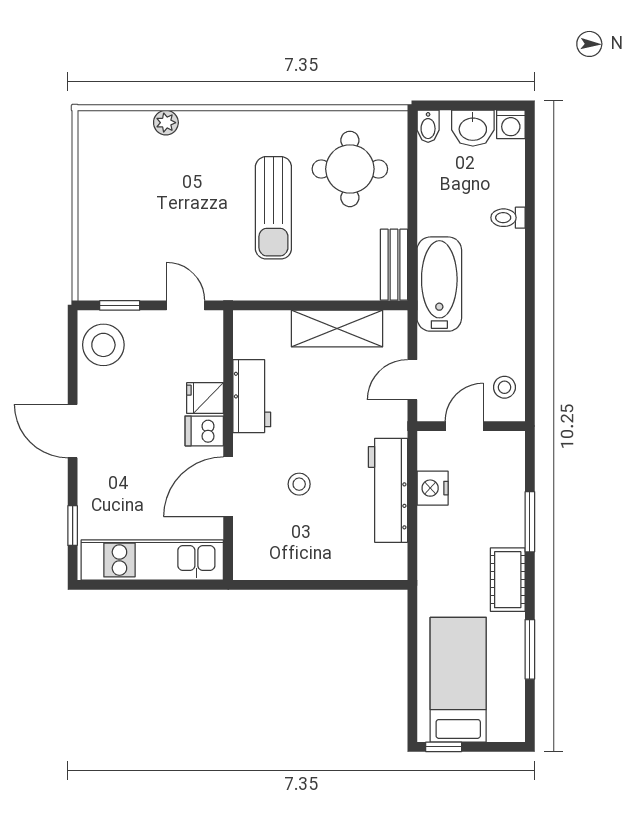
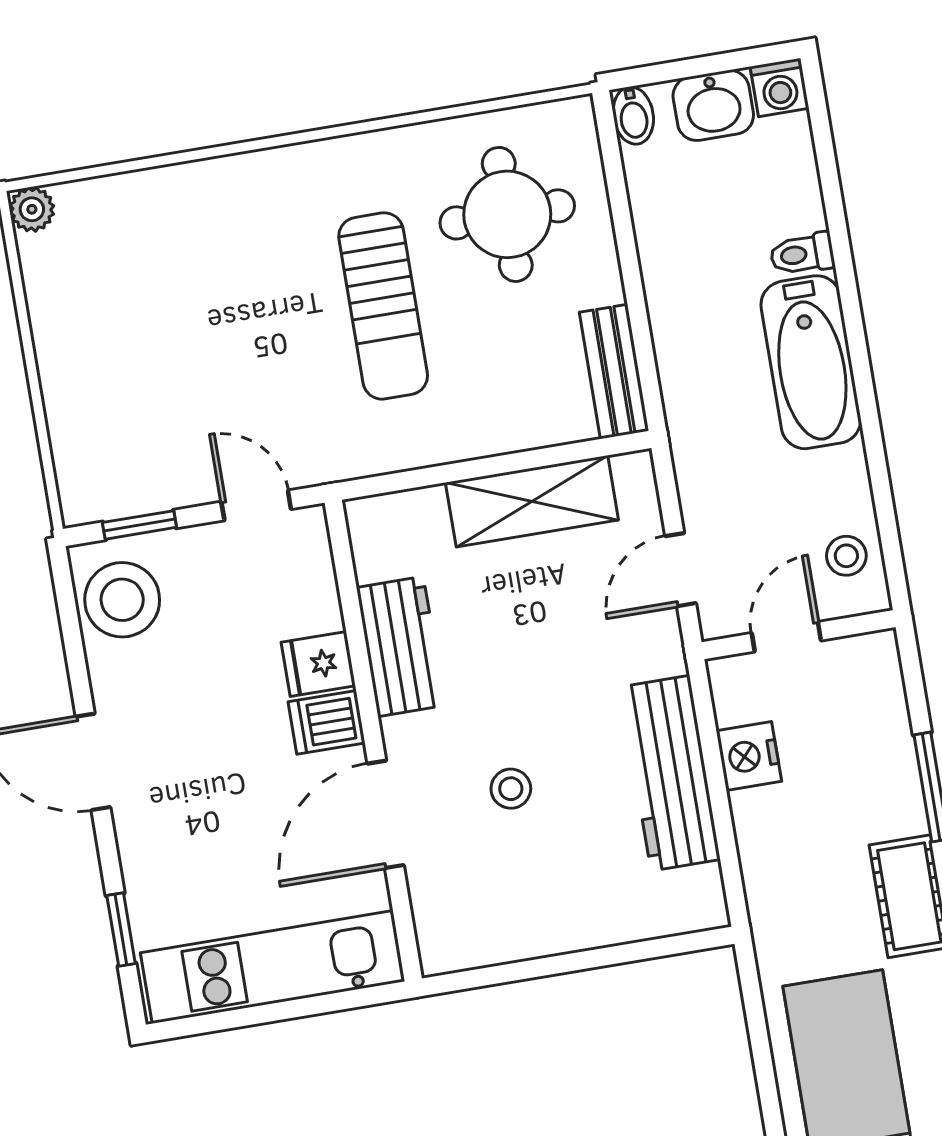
plant: (166, 123) -> (32, 209), moved
bathtub: (439, 284) -> (811, 362), moved, turned 180

